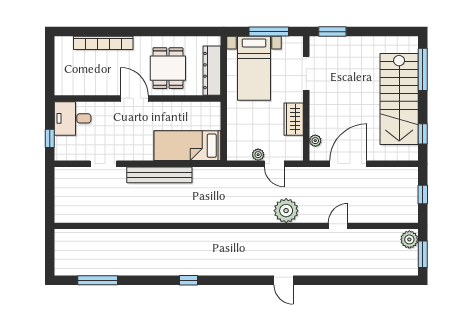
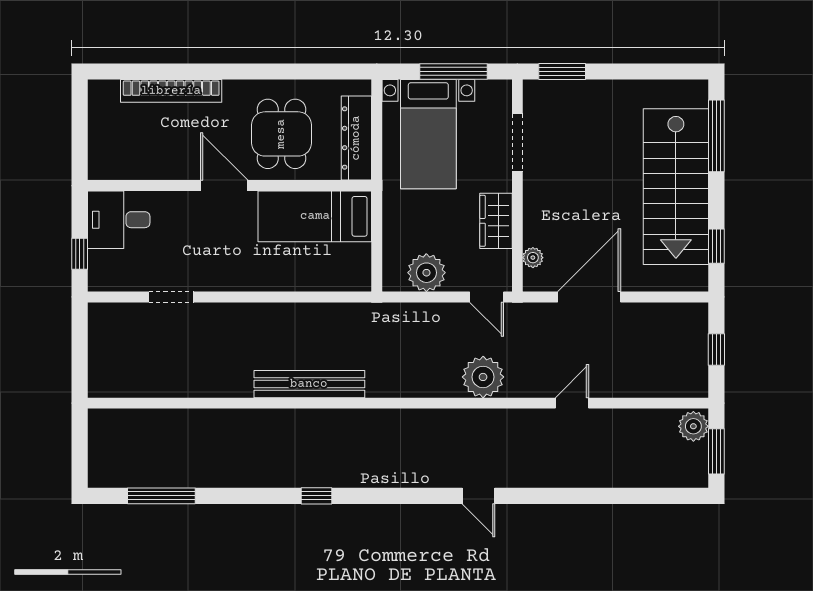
bed: (187, 146) -> (315, 216), moved
plant: (258, 155) -> (426, 273), width x1.87, depth x1.87
door: (274, 164) -> (487, 297), moved
bench: (159, 175) -> (309, 384), moved

